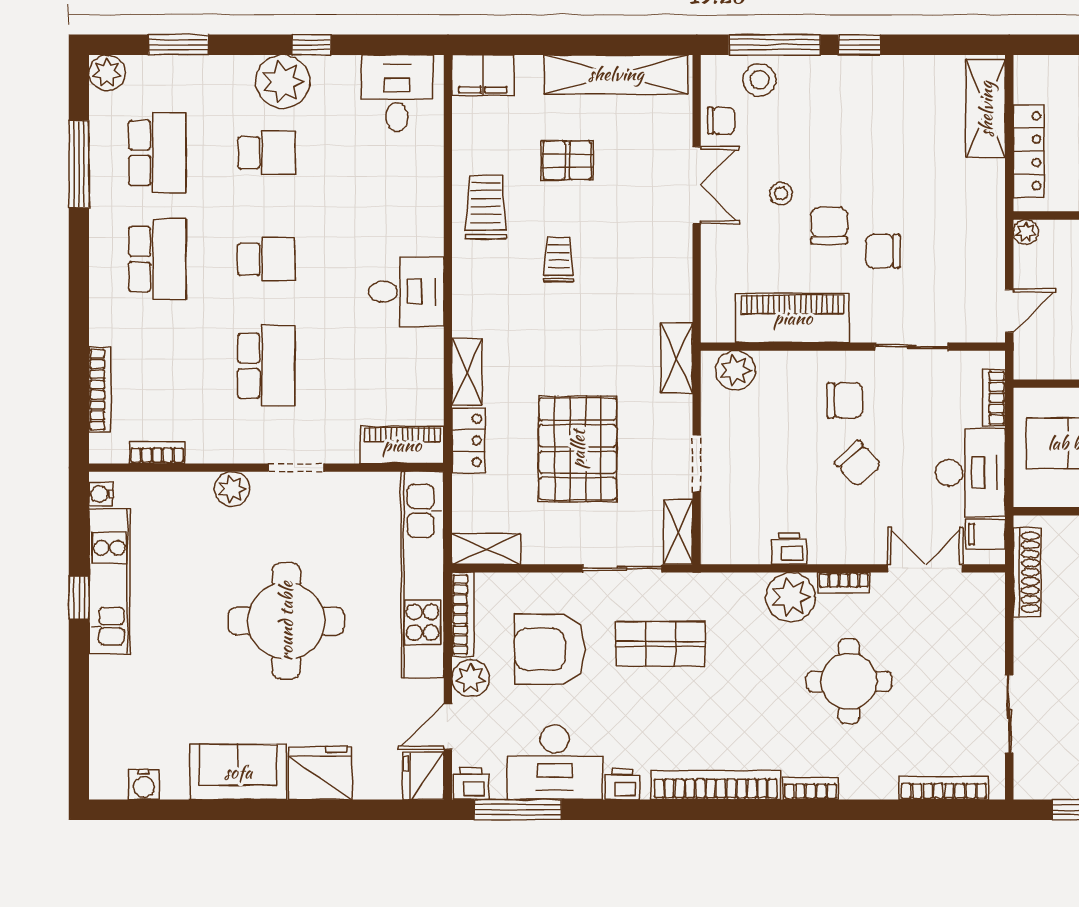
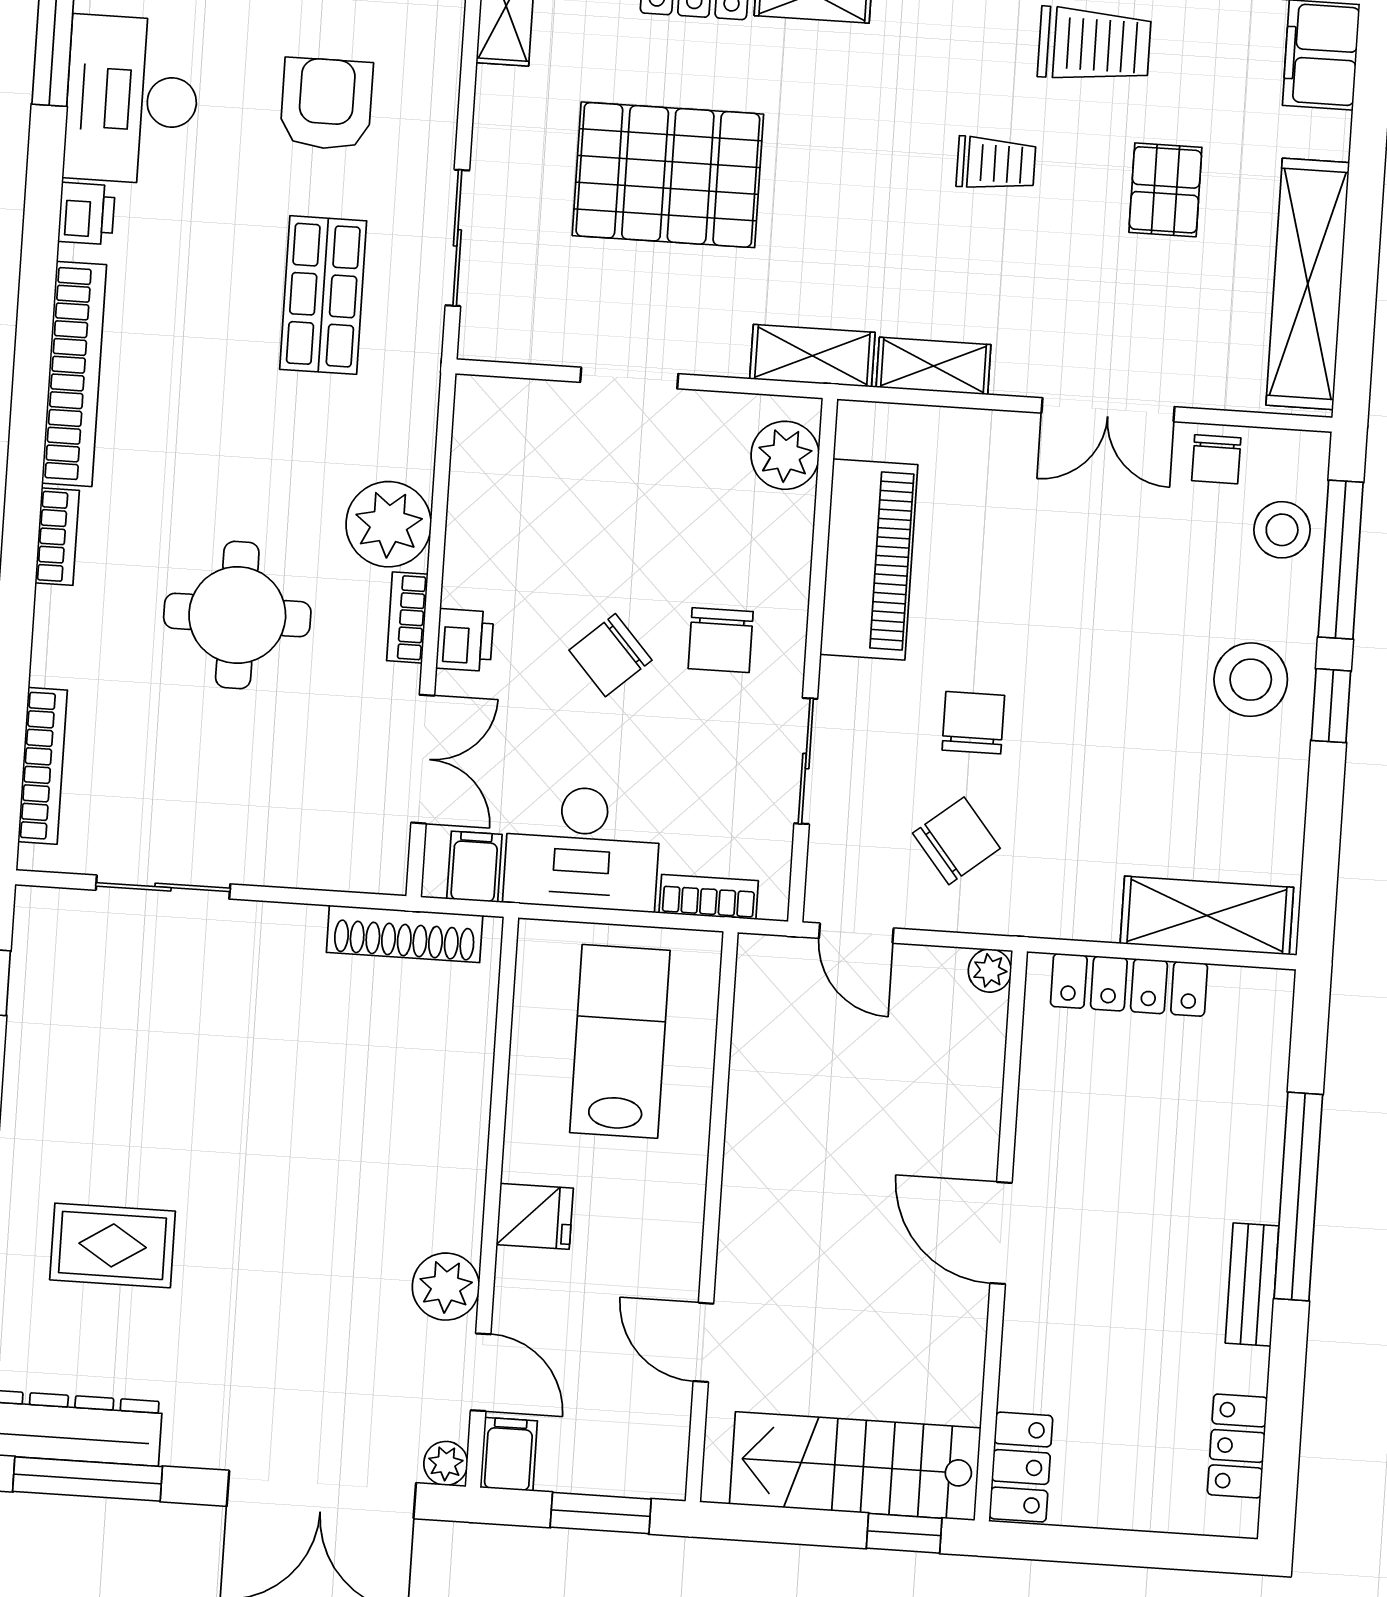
stool: (781, 193) -> (1251, 680), moved, width x1.89, depth x1.89
chair: (829, 226) -> (956, 841), moved, turned -39
shelving: (678, 532) -> (933, 366), moved
printer: (789, 549) -> (465, 640), moved
armchair: (550, 649) -> (326, 104), width x0.73, depth x0.73

